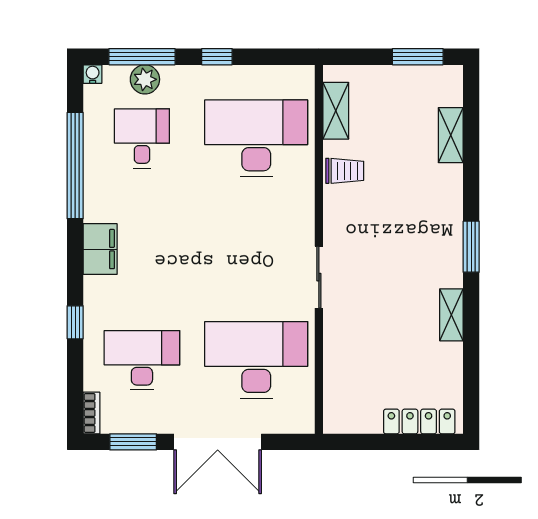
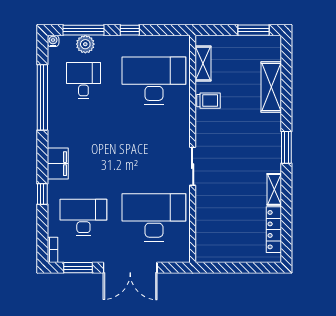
shelving: (451, 135) -> (271, 87), width x1.50, depth x1.33
filing cabinet: (100, 249) -> (58, 164), moved
locker: (419, 421) -> (274, 230), moved, turned -90

